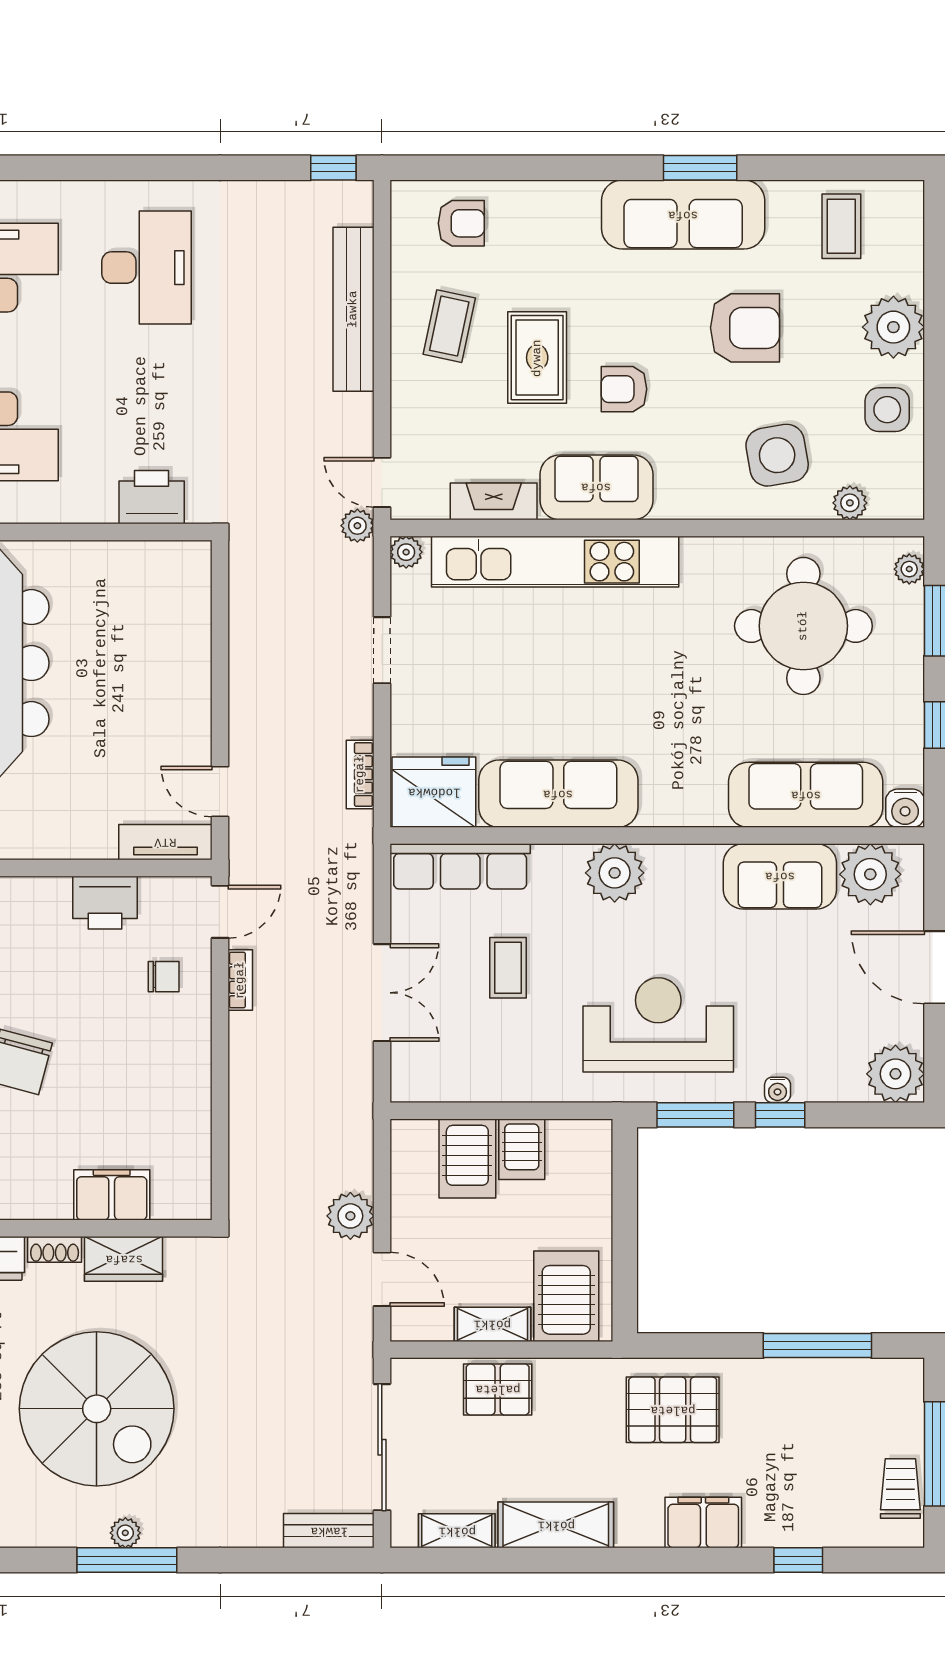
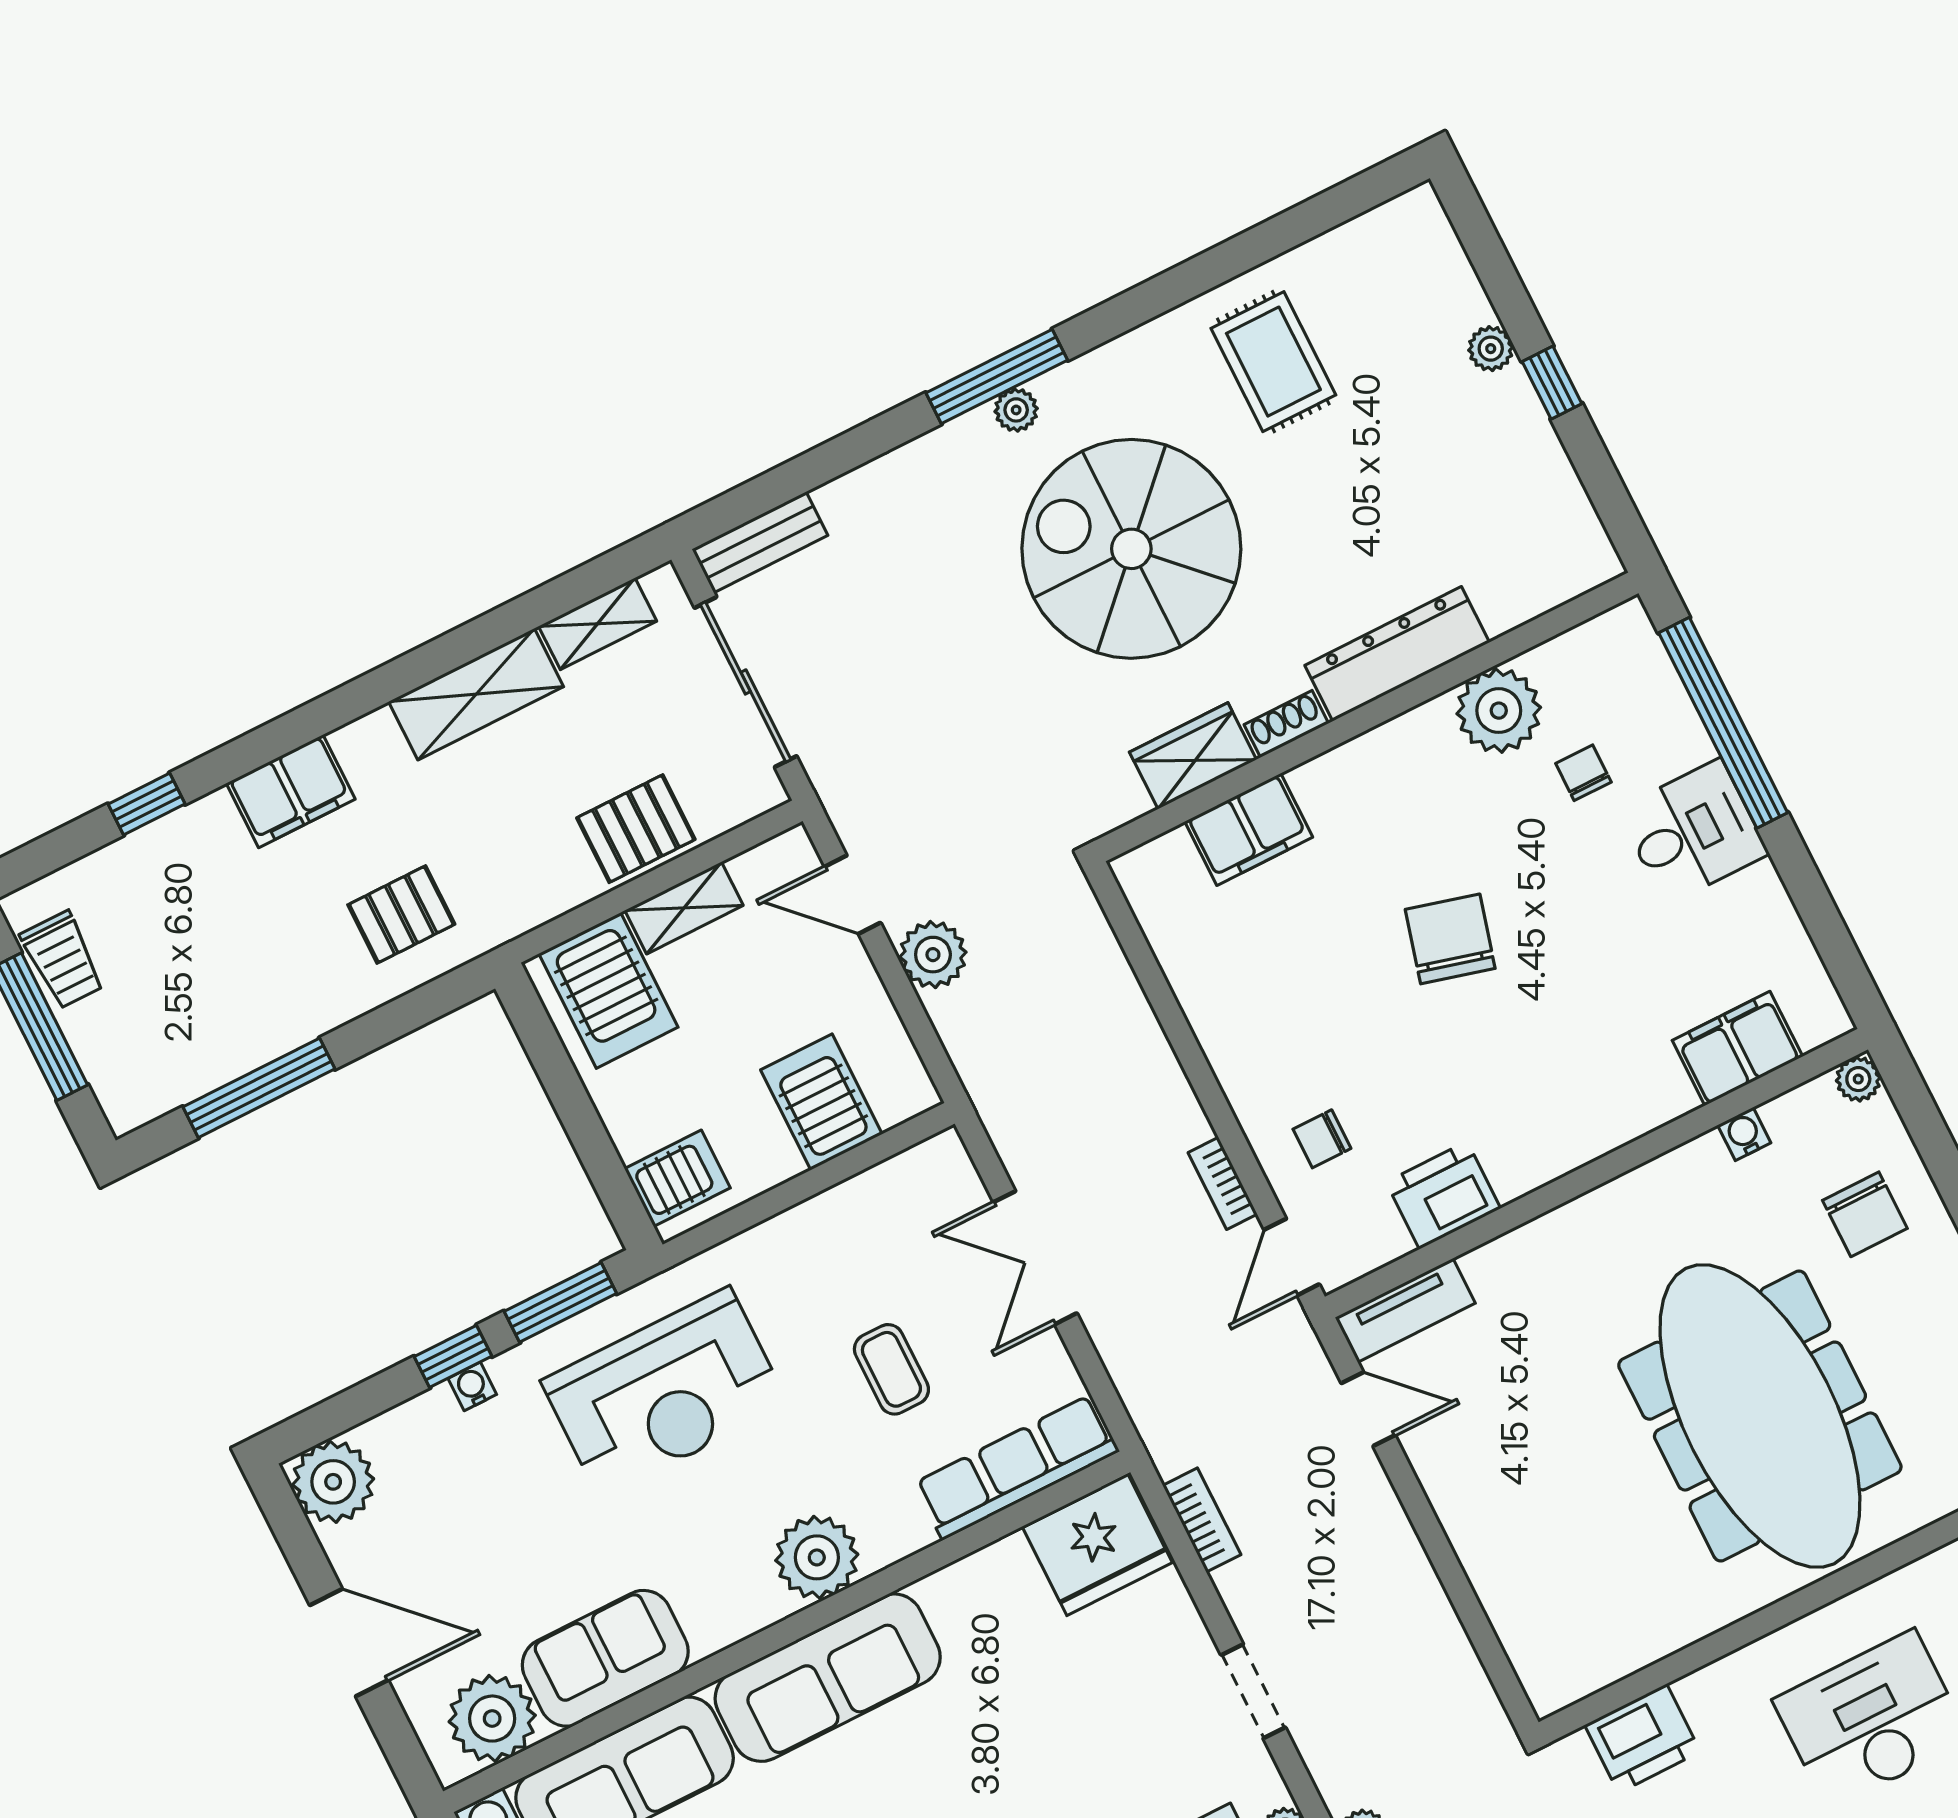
sofa: (558, 794) -> (828, 1678), moved
server rack: (522, 1149) -> (677, 1178), moved, turned 90
pallet: (673, 1410) -> (401, 915), width x0.67, depth x0.71

